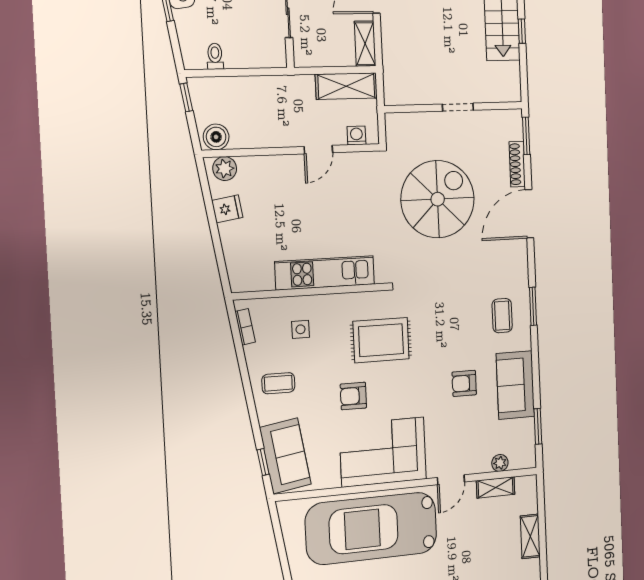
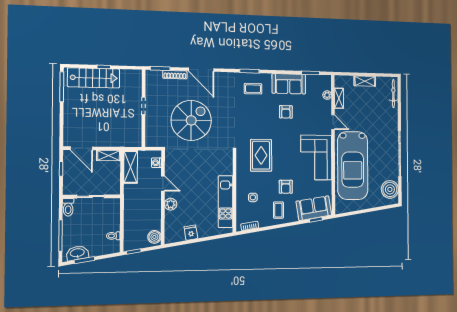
plant: (225, 169) -> (171, 204), moved
spiral stairs: (438, 199) -> (191, 120), turned 90
kitchen unit: (325, 273) -> (226, 202), moved
armchair: (353, 396) -> (286, 187), moved

